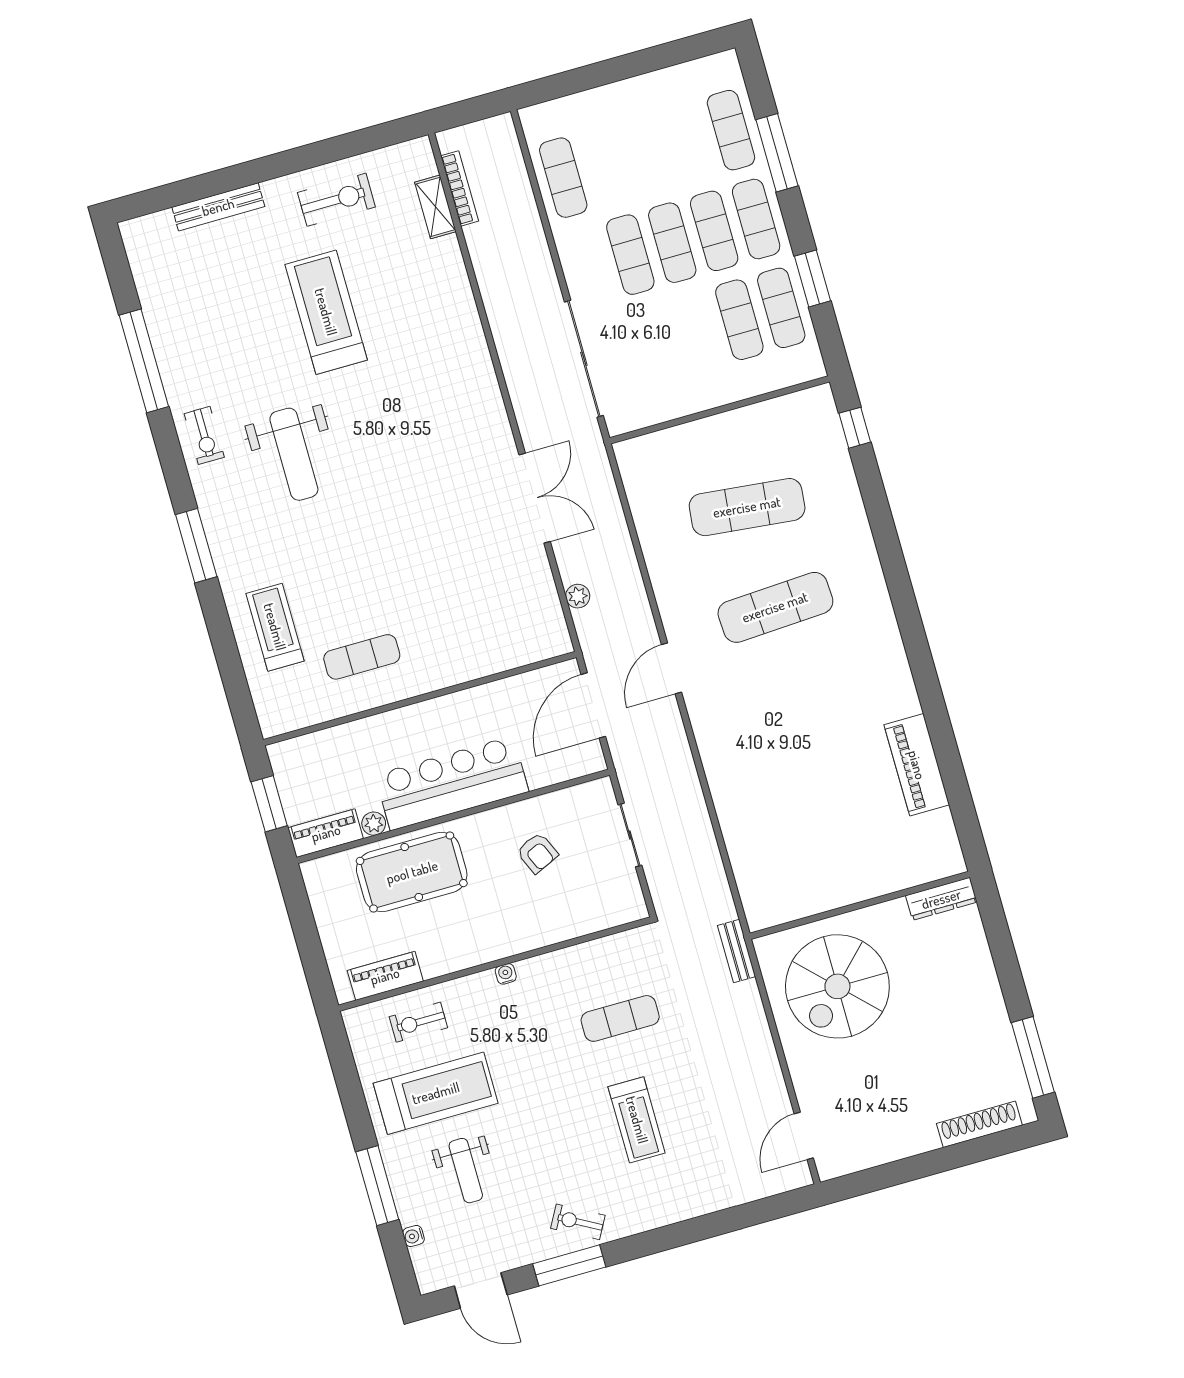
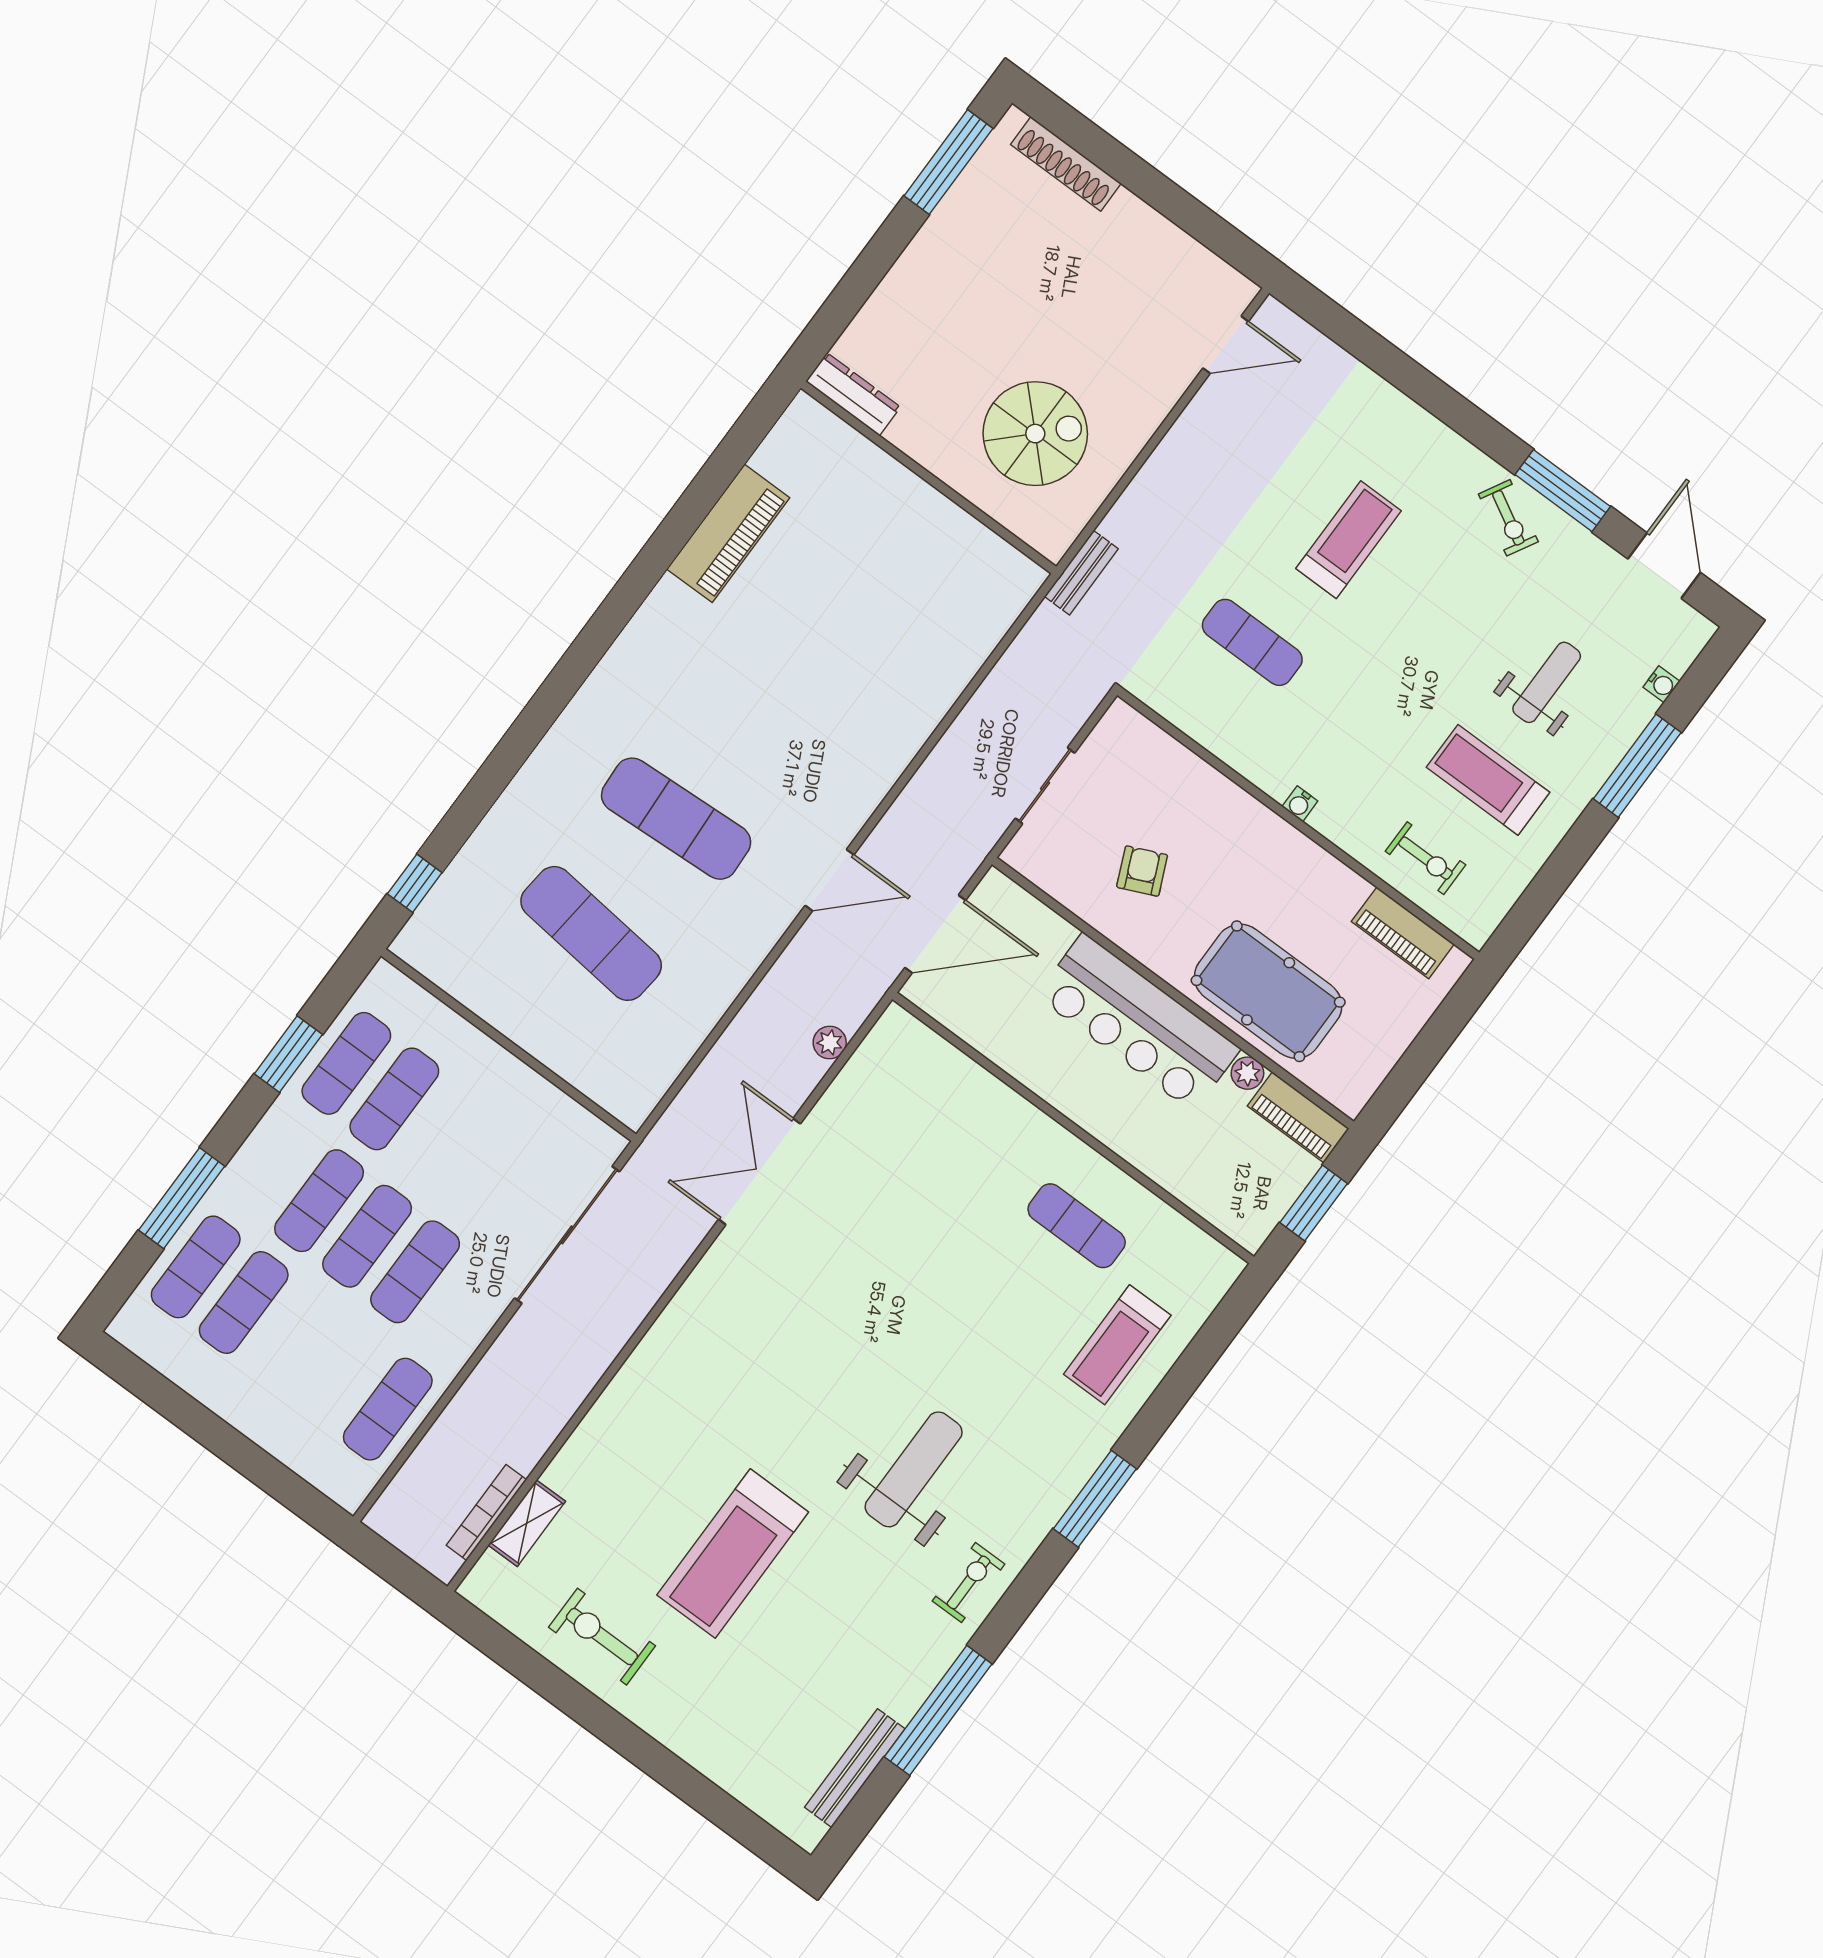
bench: (218, 207) -> (855, 1768), moved, turned 90
exercise mat: (756, 219) -> (244, 1303), moved
spiral stairs: (837, 986) -> (1035, 434), width x0.73, depth x0.73
treadmill: (436, 1093) -> (1488, 780), width x0.73, depth x0.73

